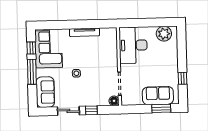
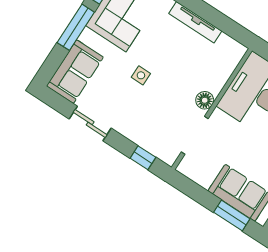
floor lamp: (114, 101) -> (205, 100), moved
window: (91, 110) -> (143, 158), moved

